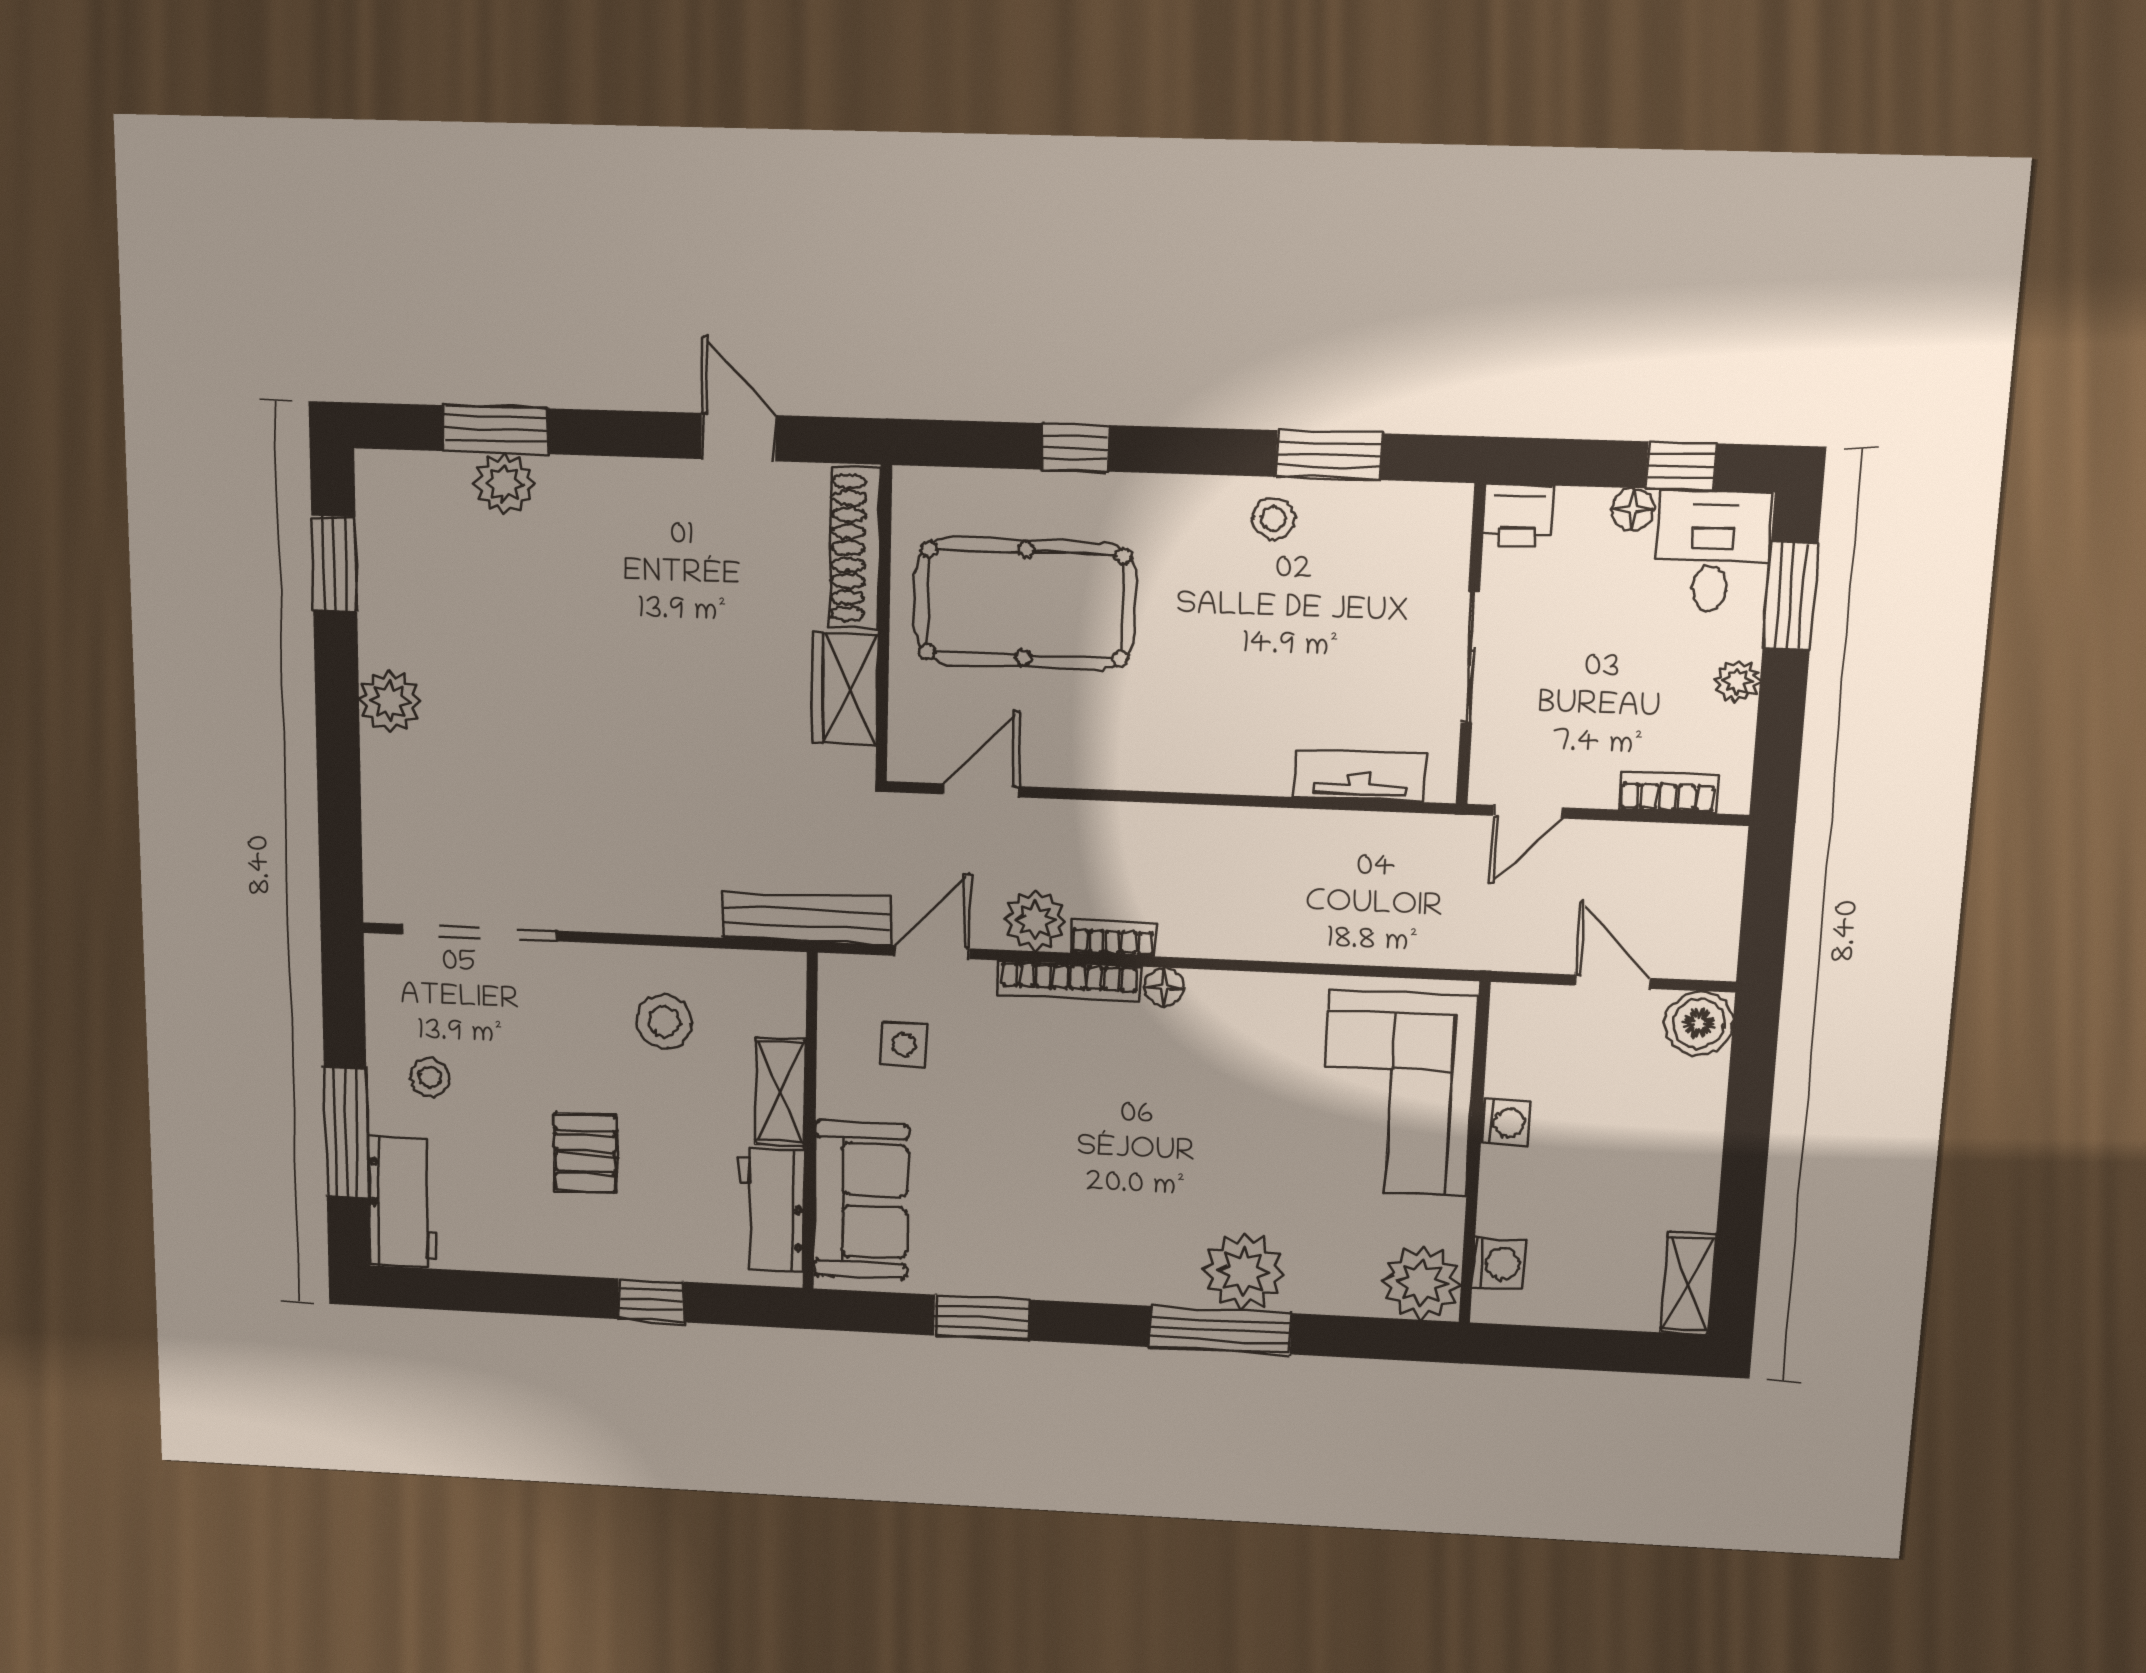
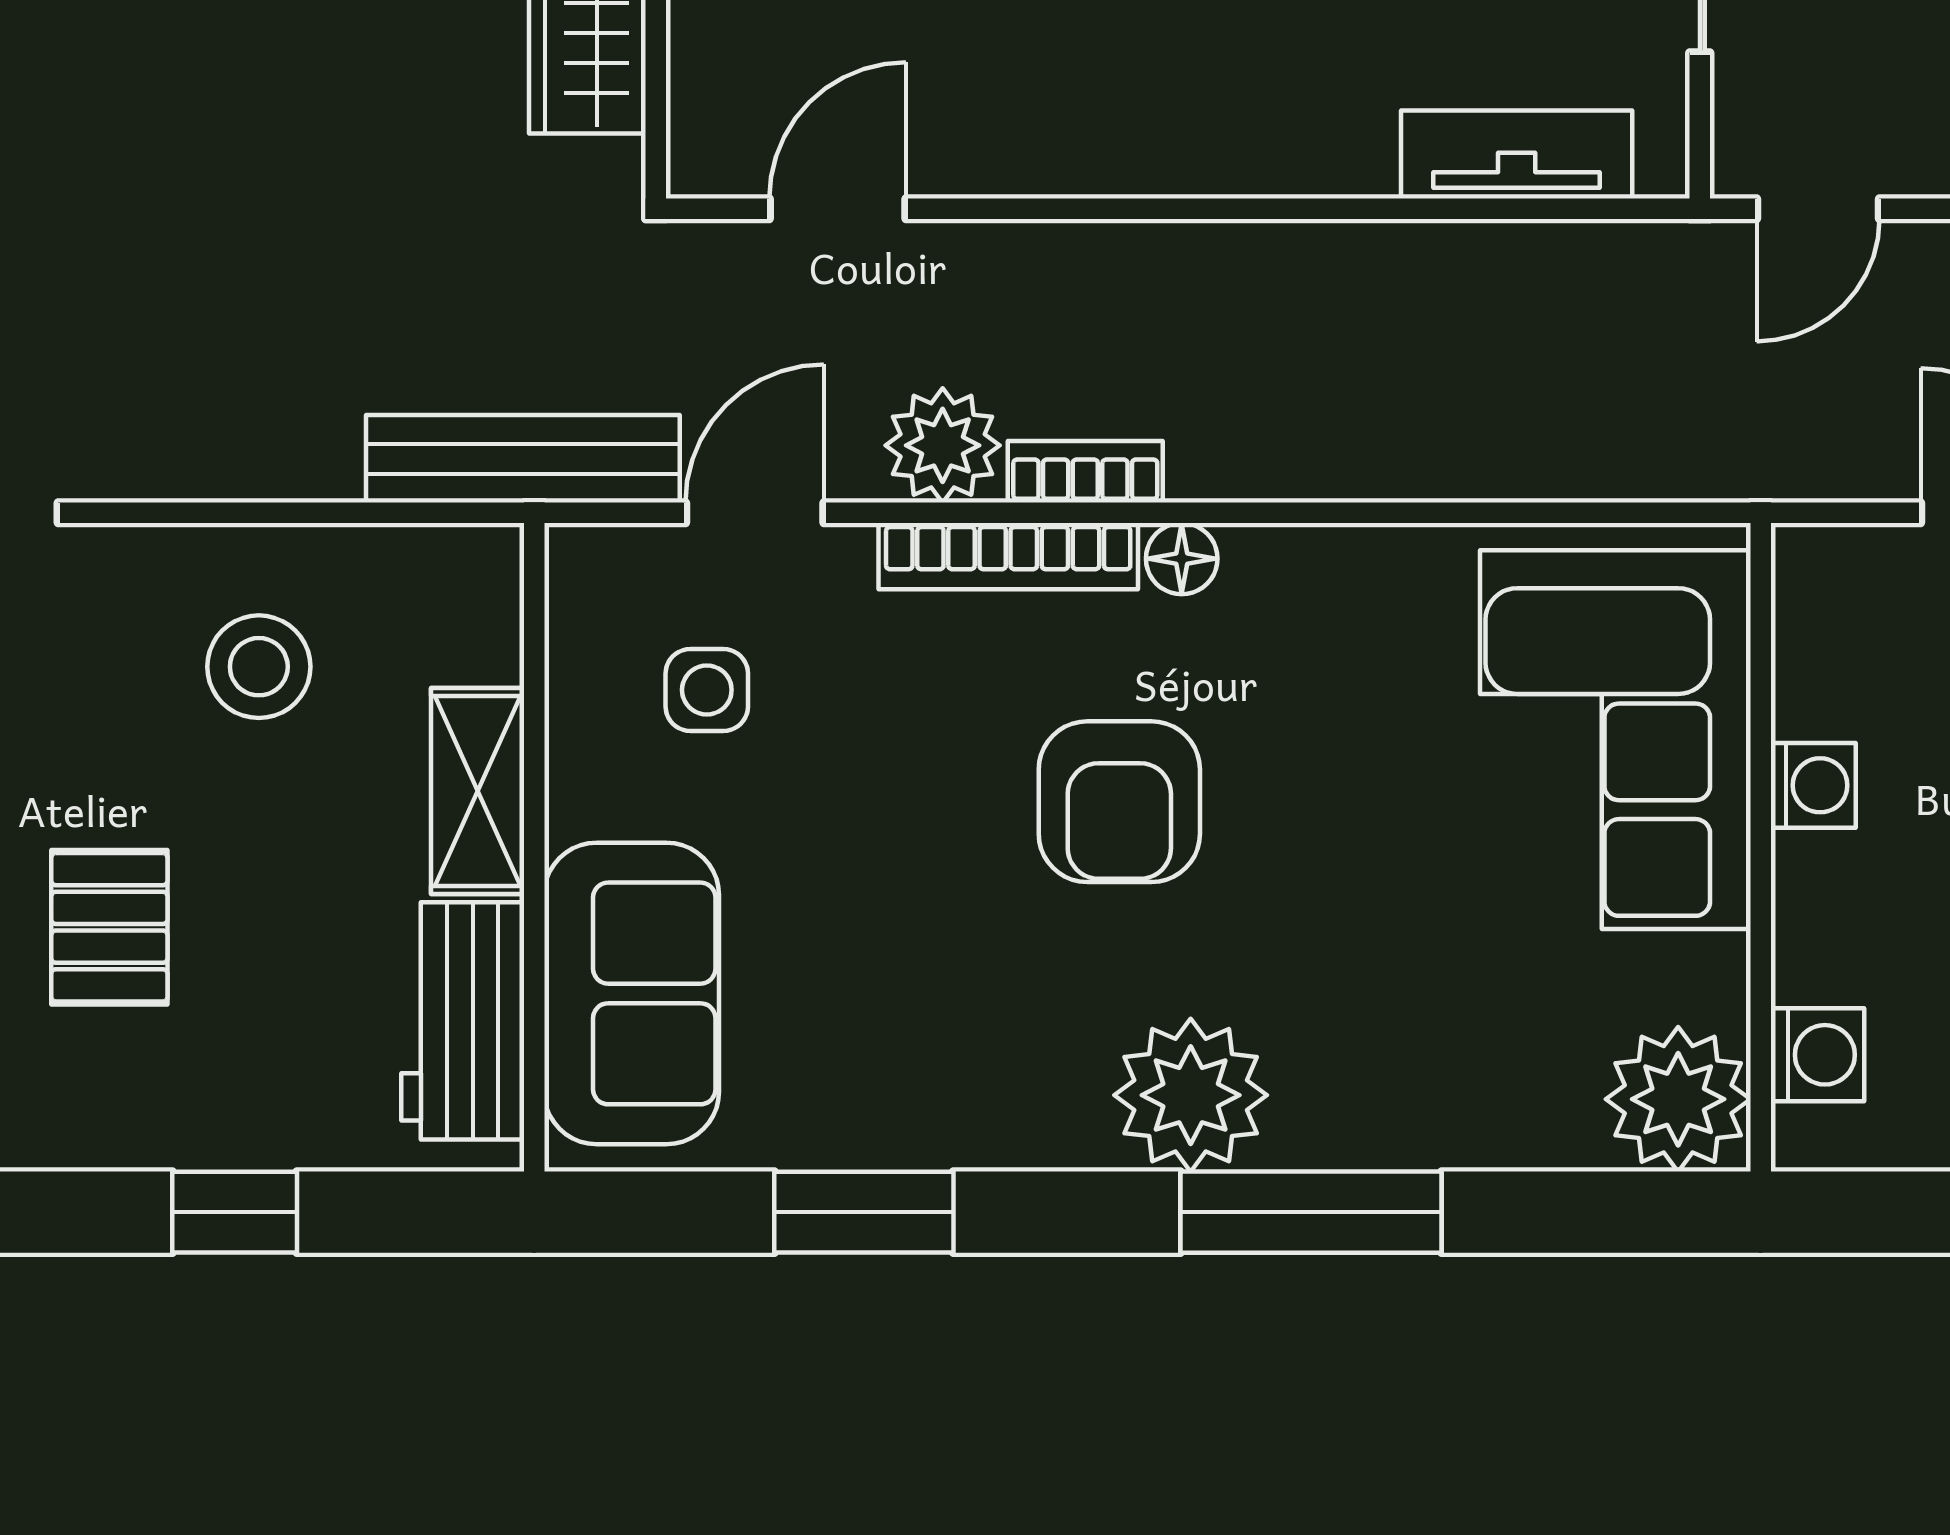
armchair: (1125, 1114) -> (1119, 802), added
plant: (1243, 1271) -> (1191, 1095), moved

